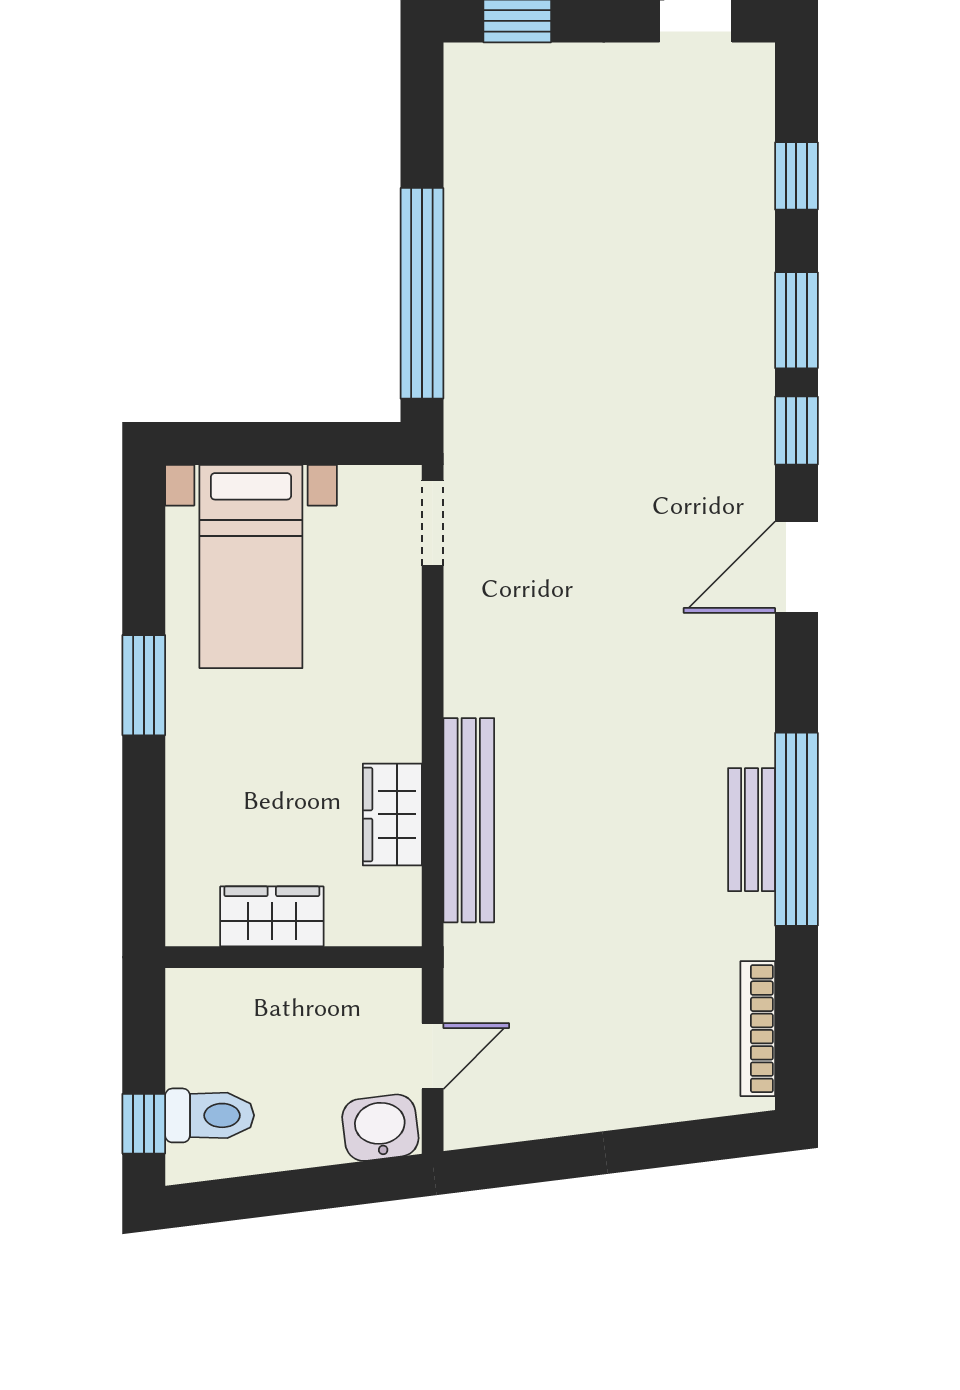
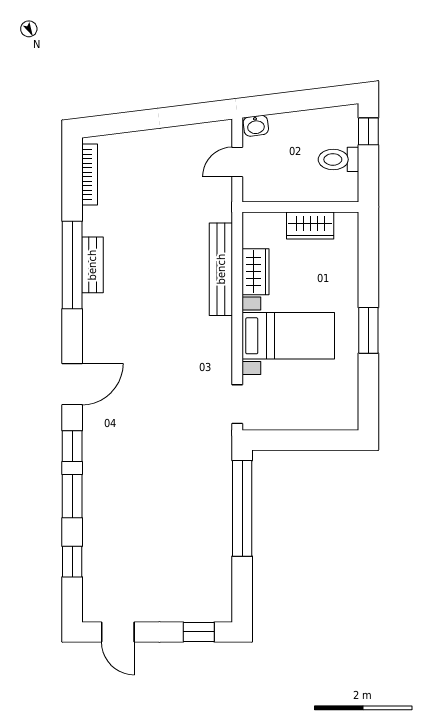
bed with nightstands: (251, 567) -> (288, 336), moved, turned 90
toilet: (210, 1115) -> (338, 159), moved
washbasin: (380, 1128) -> (256, 126), width x0.72, depth x0.69

